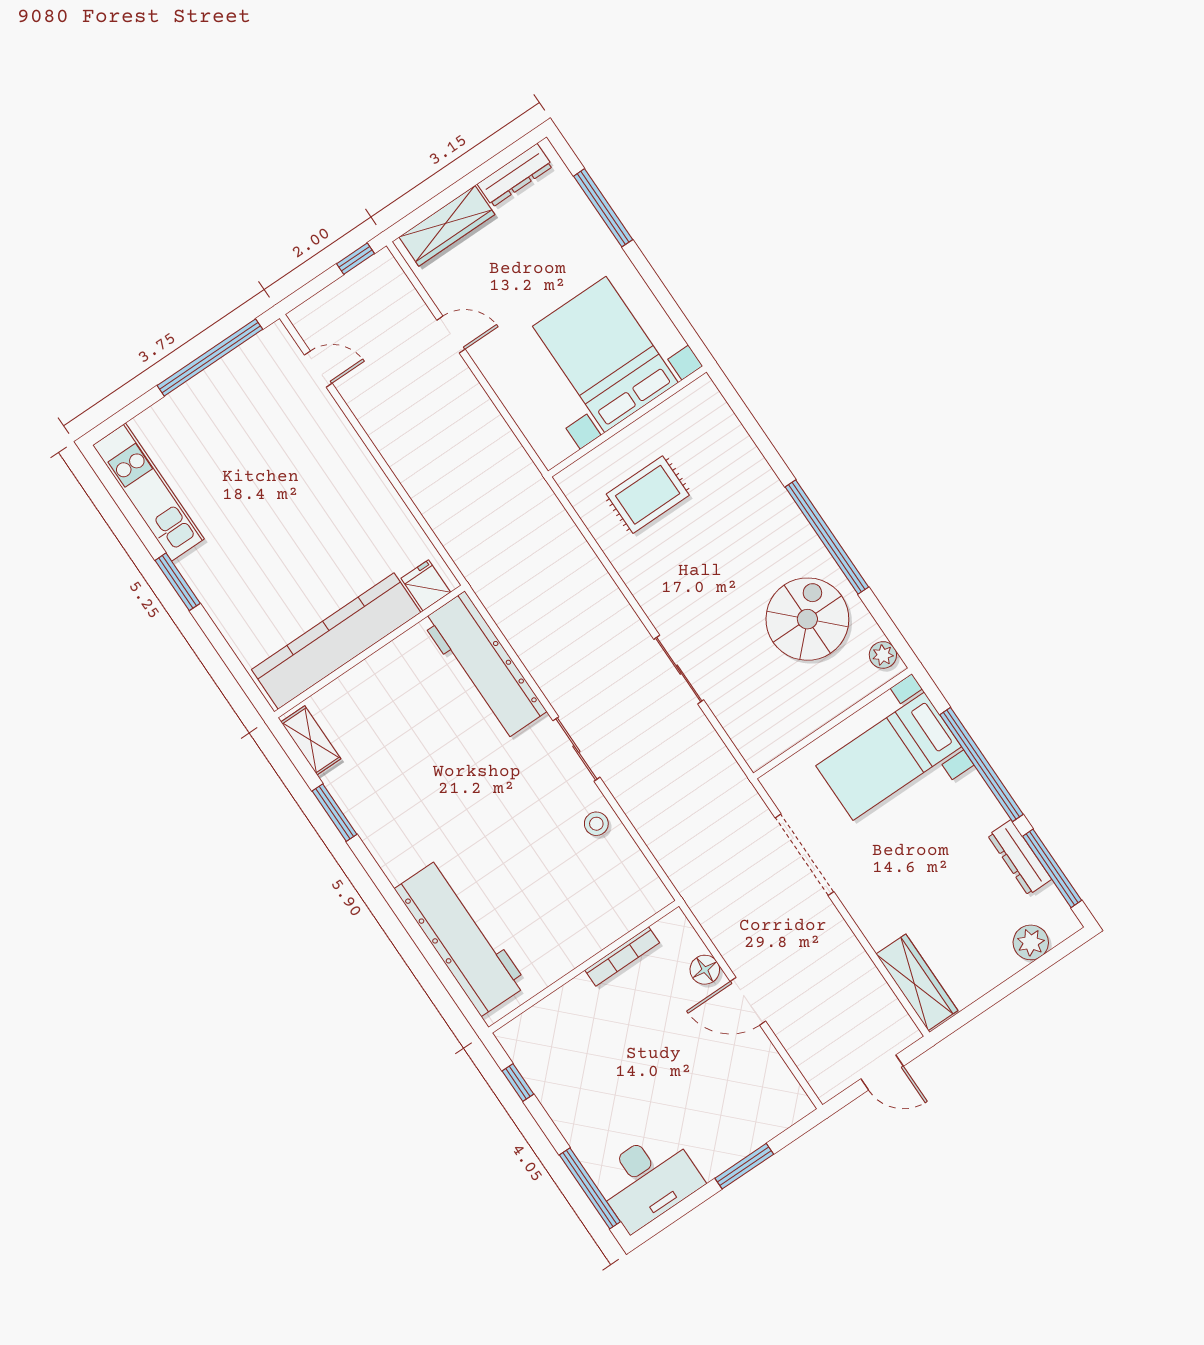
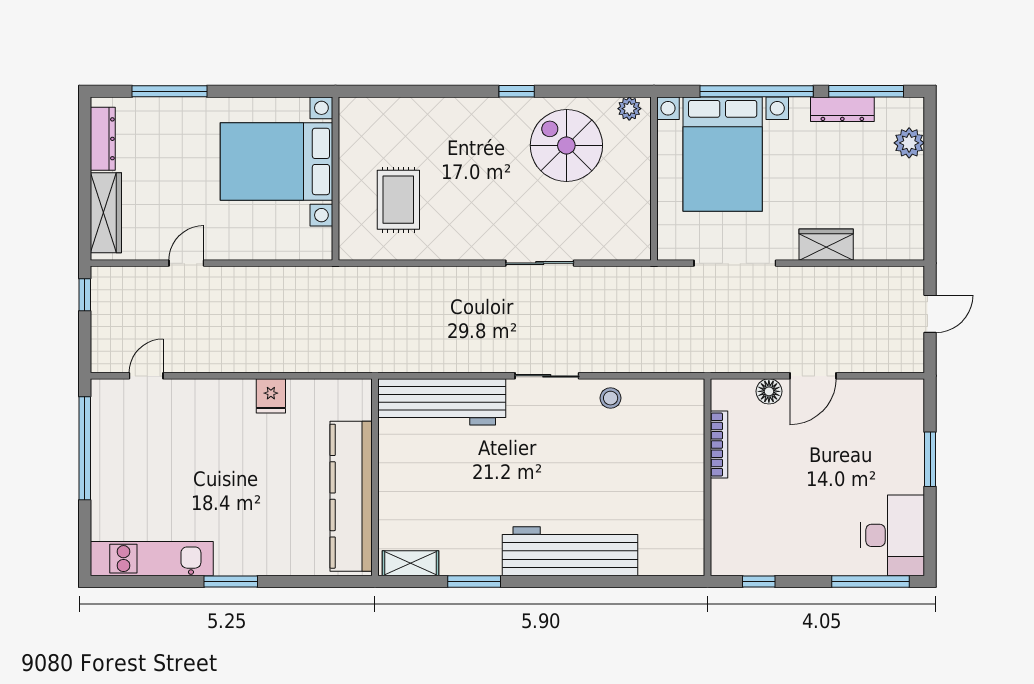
window: (827, 537) -> (517, 91), width x0.32
fridge: (426, 585) -> (271, 396), moved, turned -90
bed with nightstands: (889, 756) -> (723, 154), width x1.36
workbench: (461, 937) -> (570, 551), moved
wardrobe: (917, 982) -> (826, 245), moved, width x0.67

